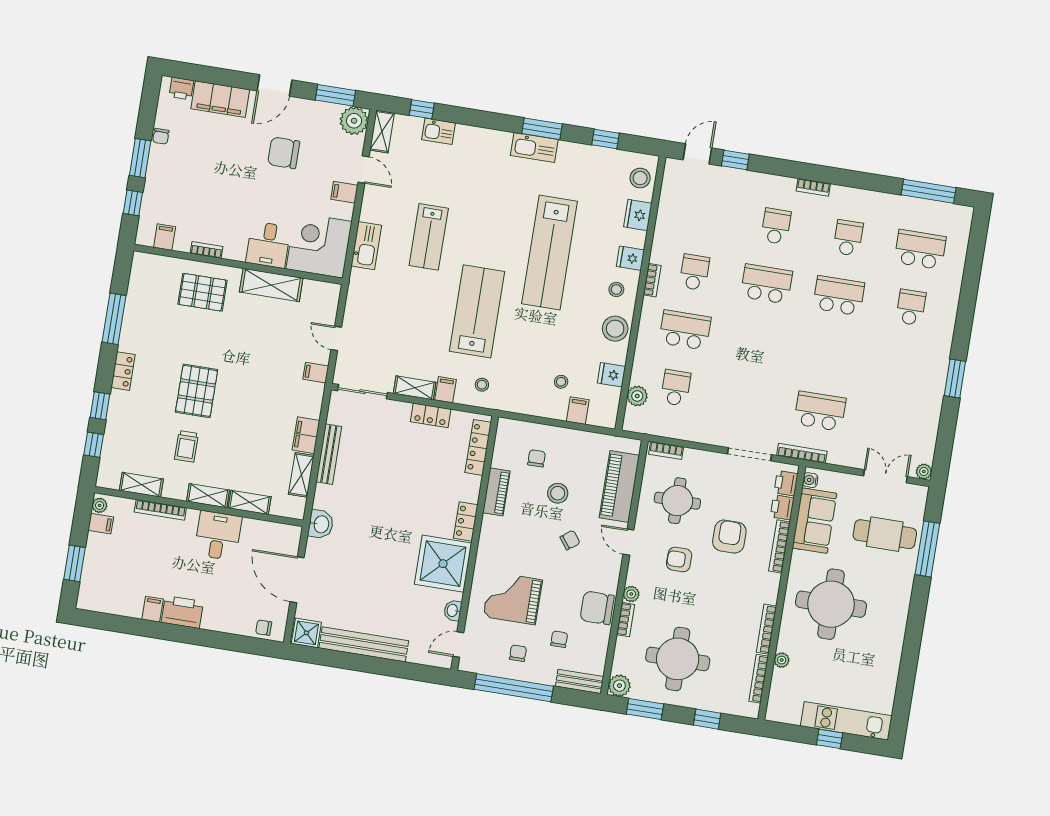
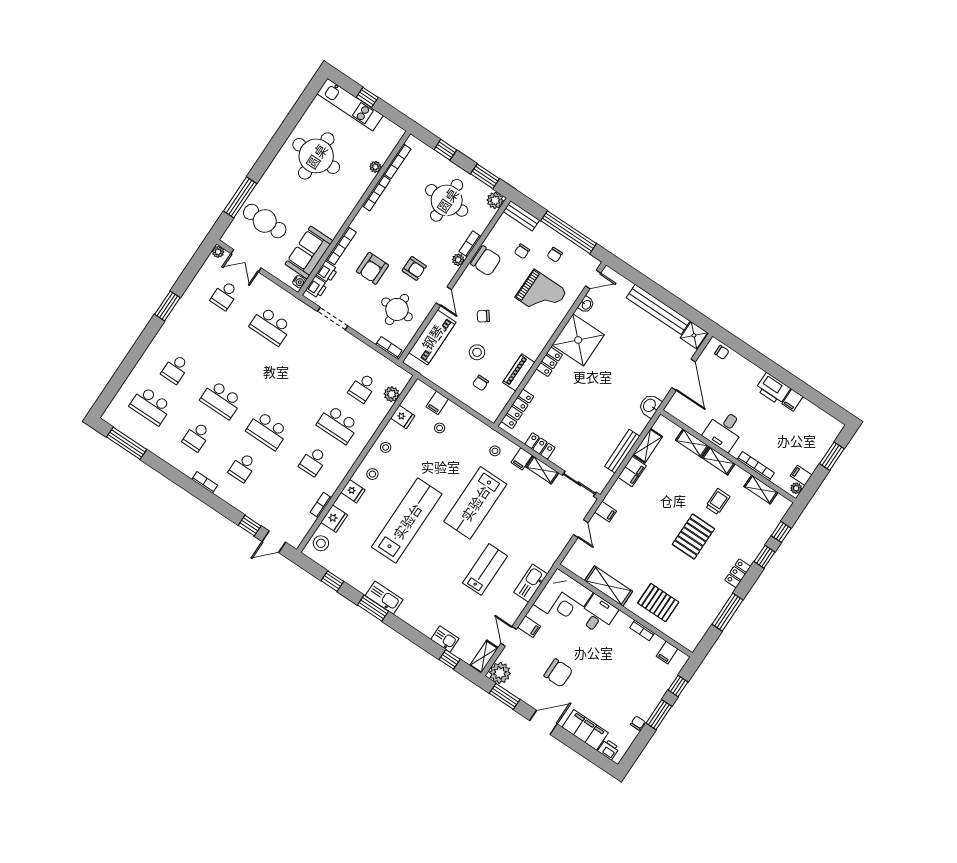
bookcase: (652, 280) -> (321, 505), moved
stool: (615, 329) -> (386, 447), width x0.53, depth x0.53
school desk: (892, 423) -> (225, 295), added
bookcase: (802, 453) -> (296, 303), removed
round table: (831, 604) -> (316, 156), moved

